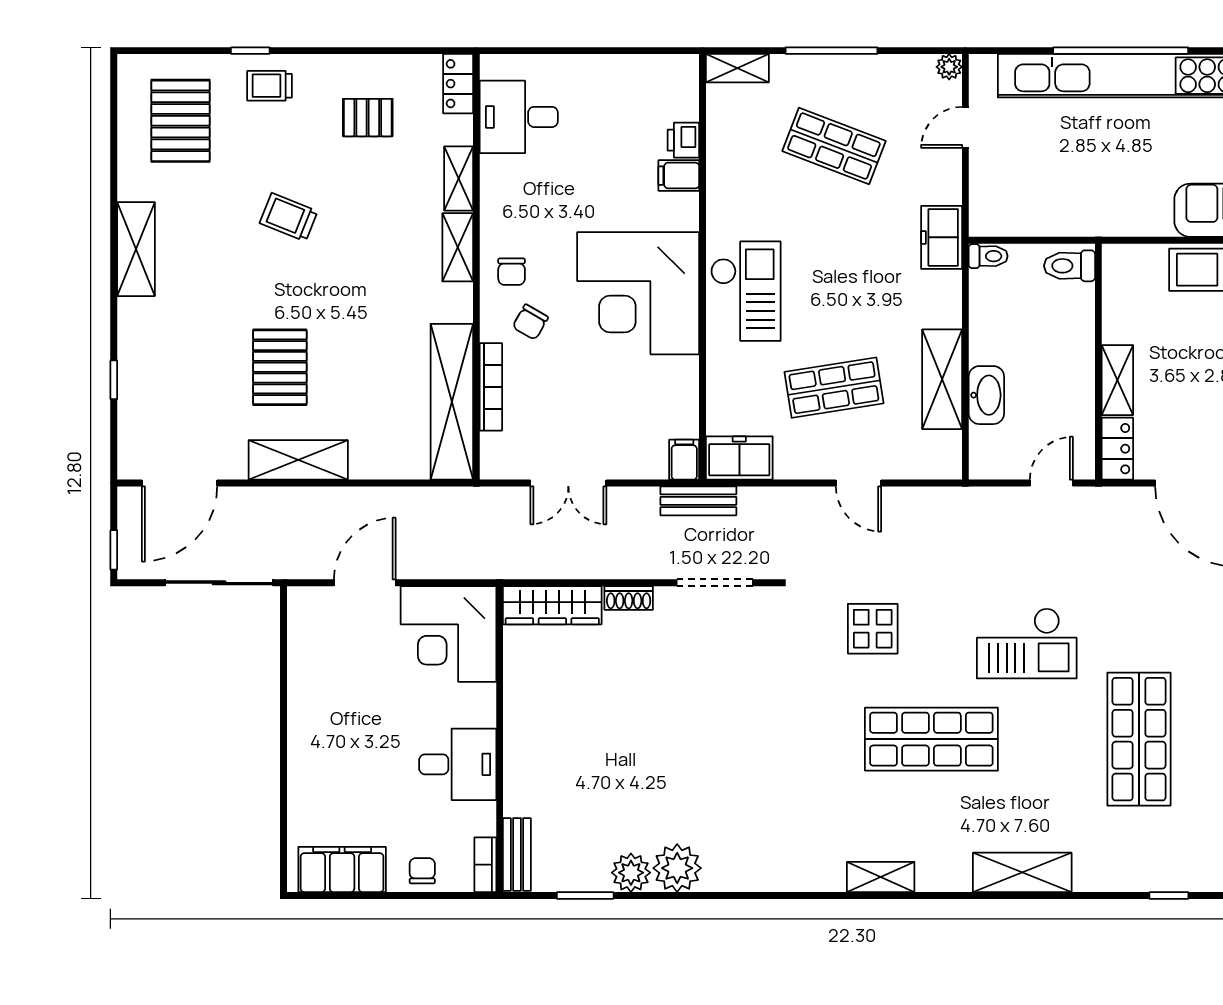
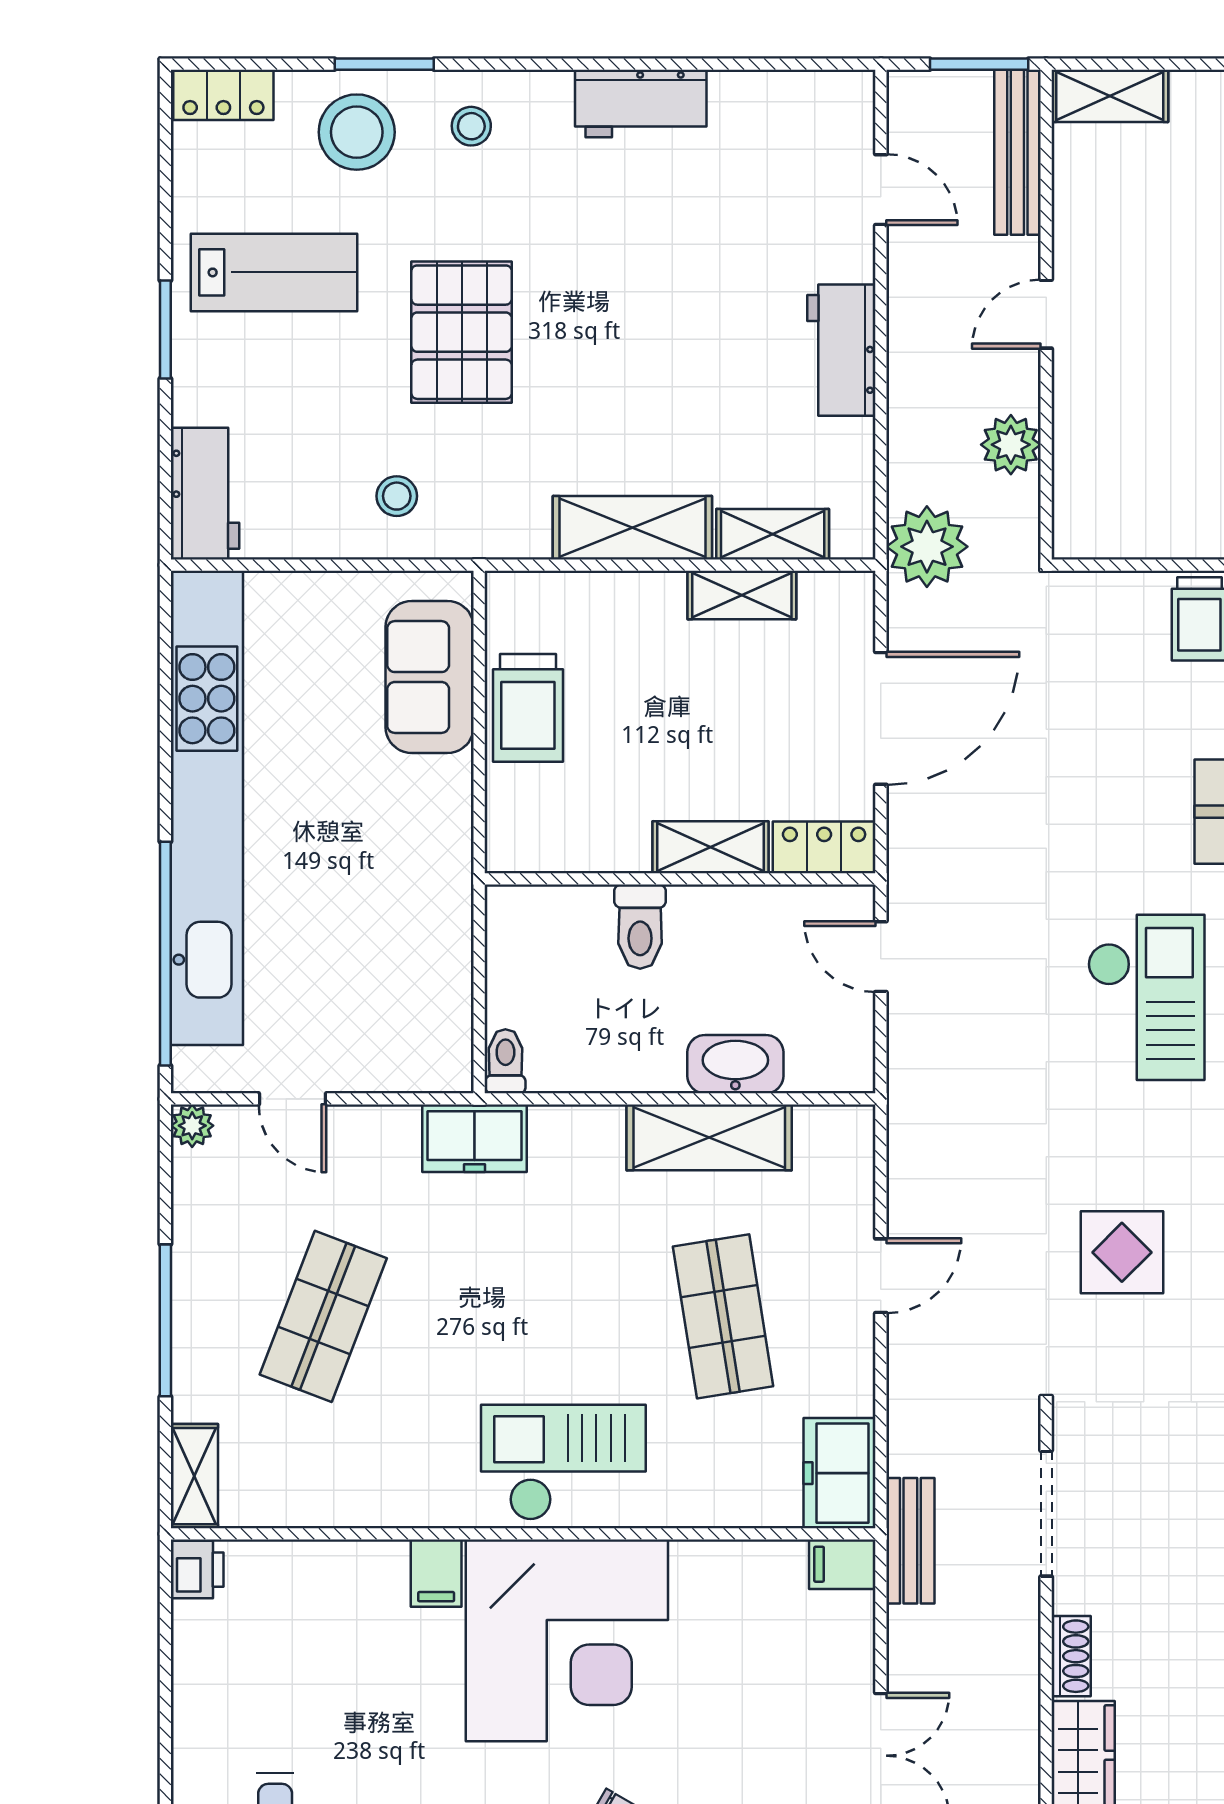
window: (1121, 51) -> (165, 954), moved
printer: (683, 140) -> (197, 1570), moved, turned -90
filing cabinet: (679, 176) -> (436, 1573), moved
toilet: (1070, 266) -> (640, 927), moved

